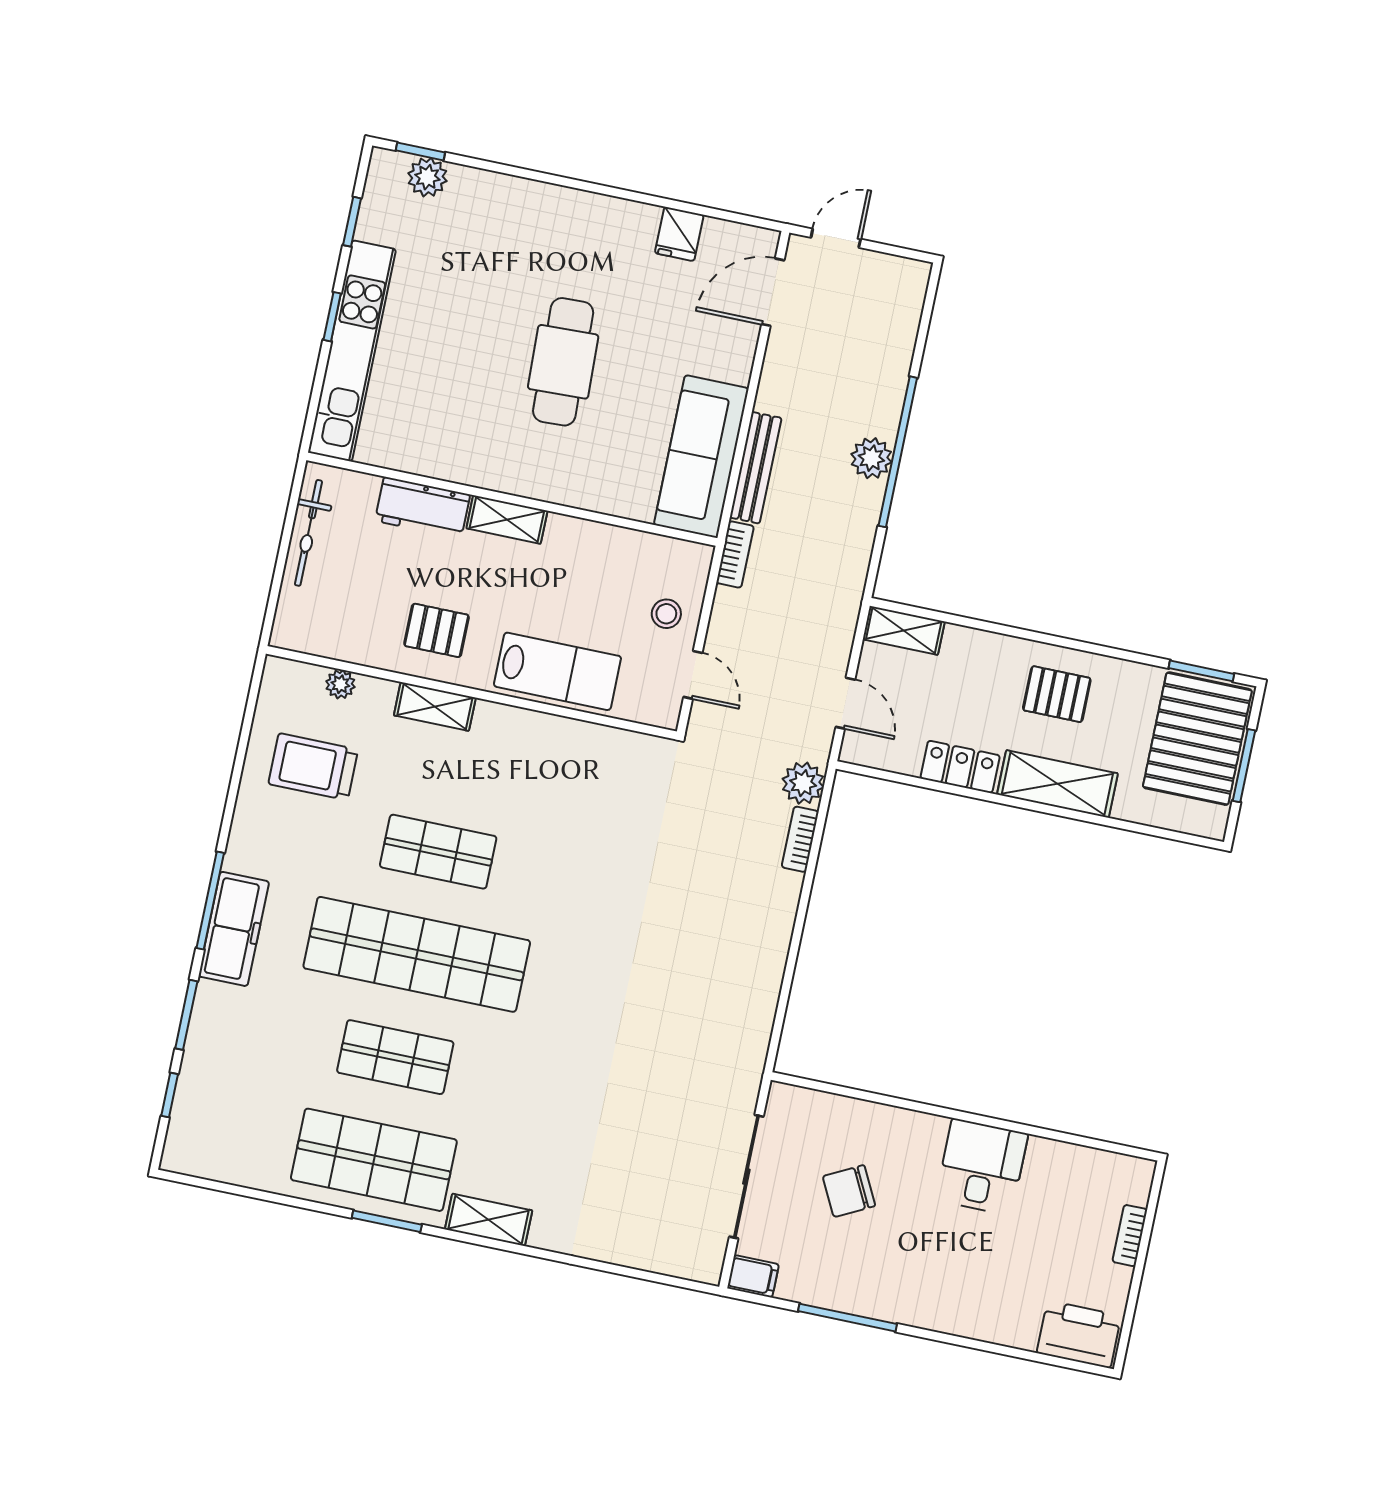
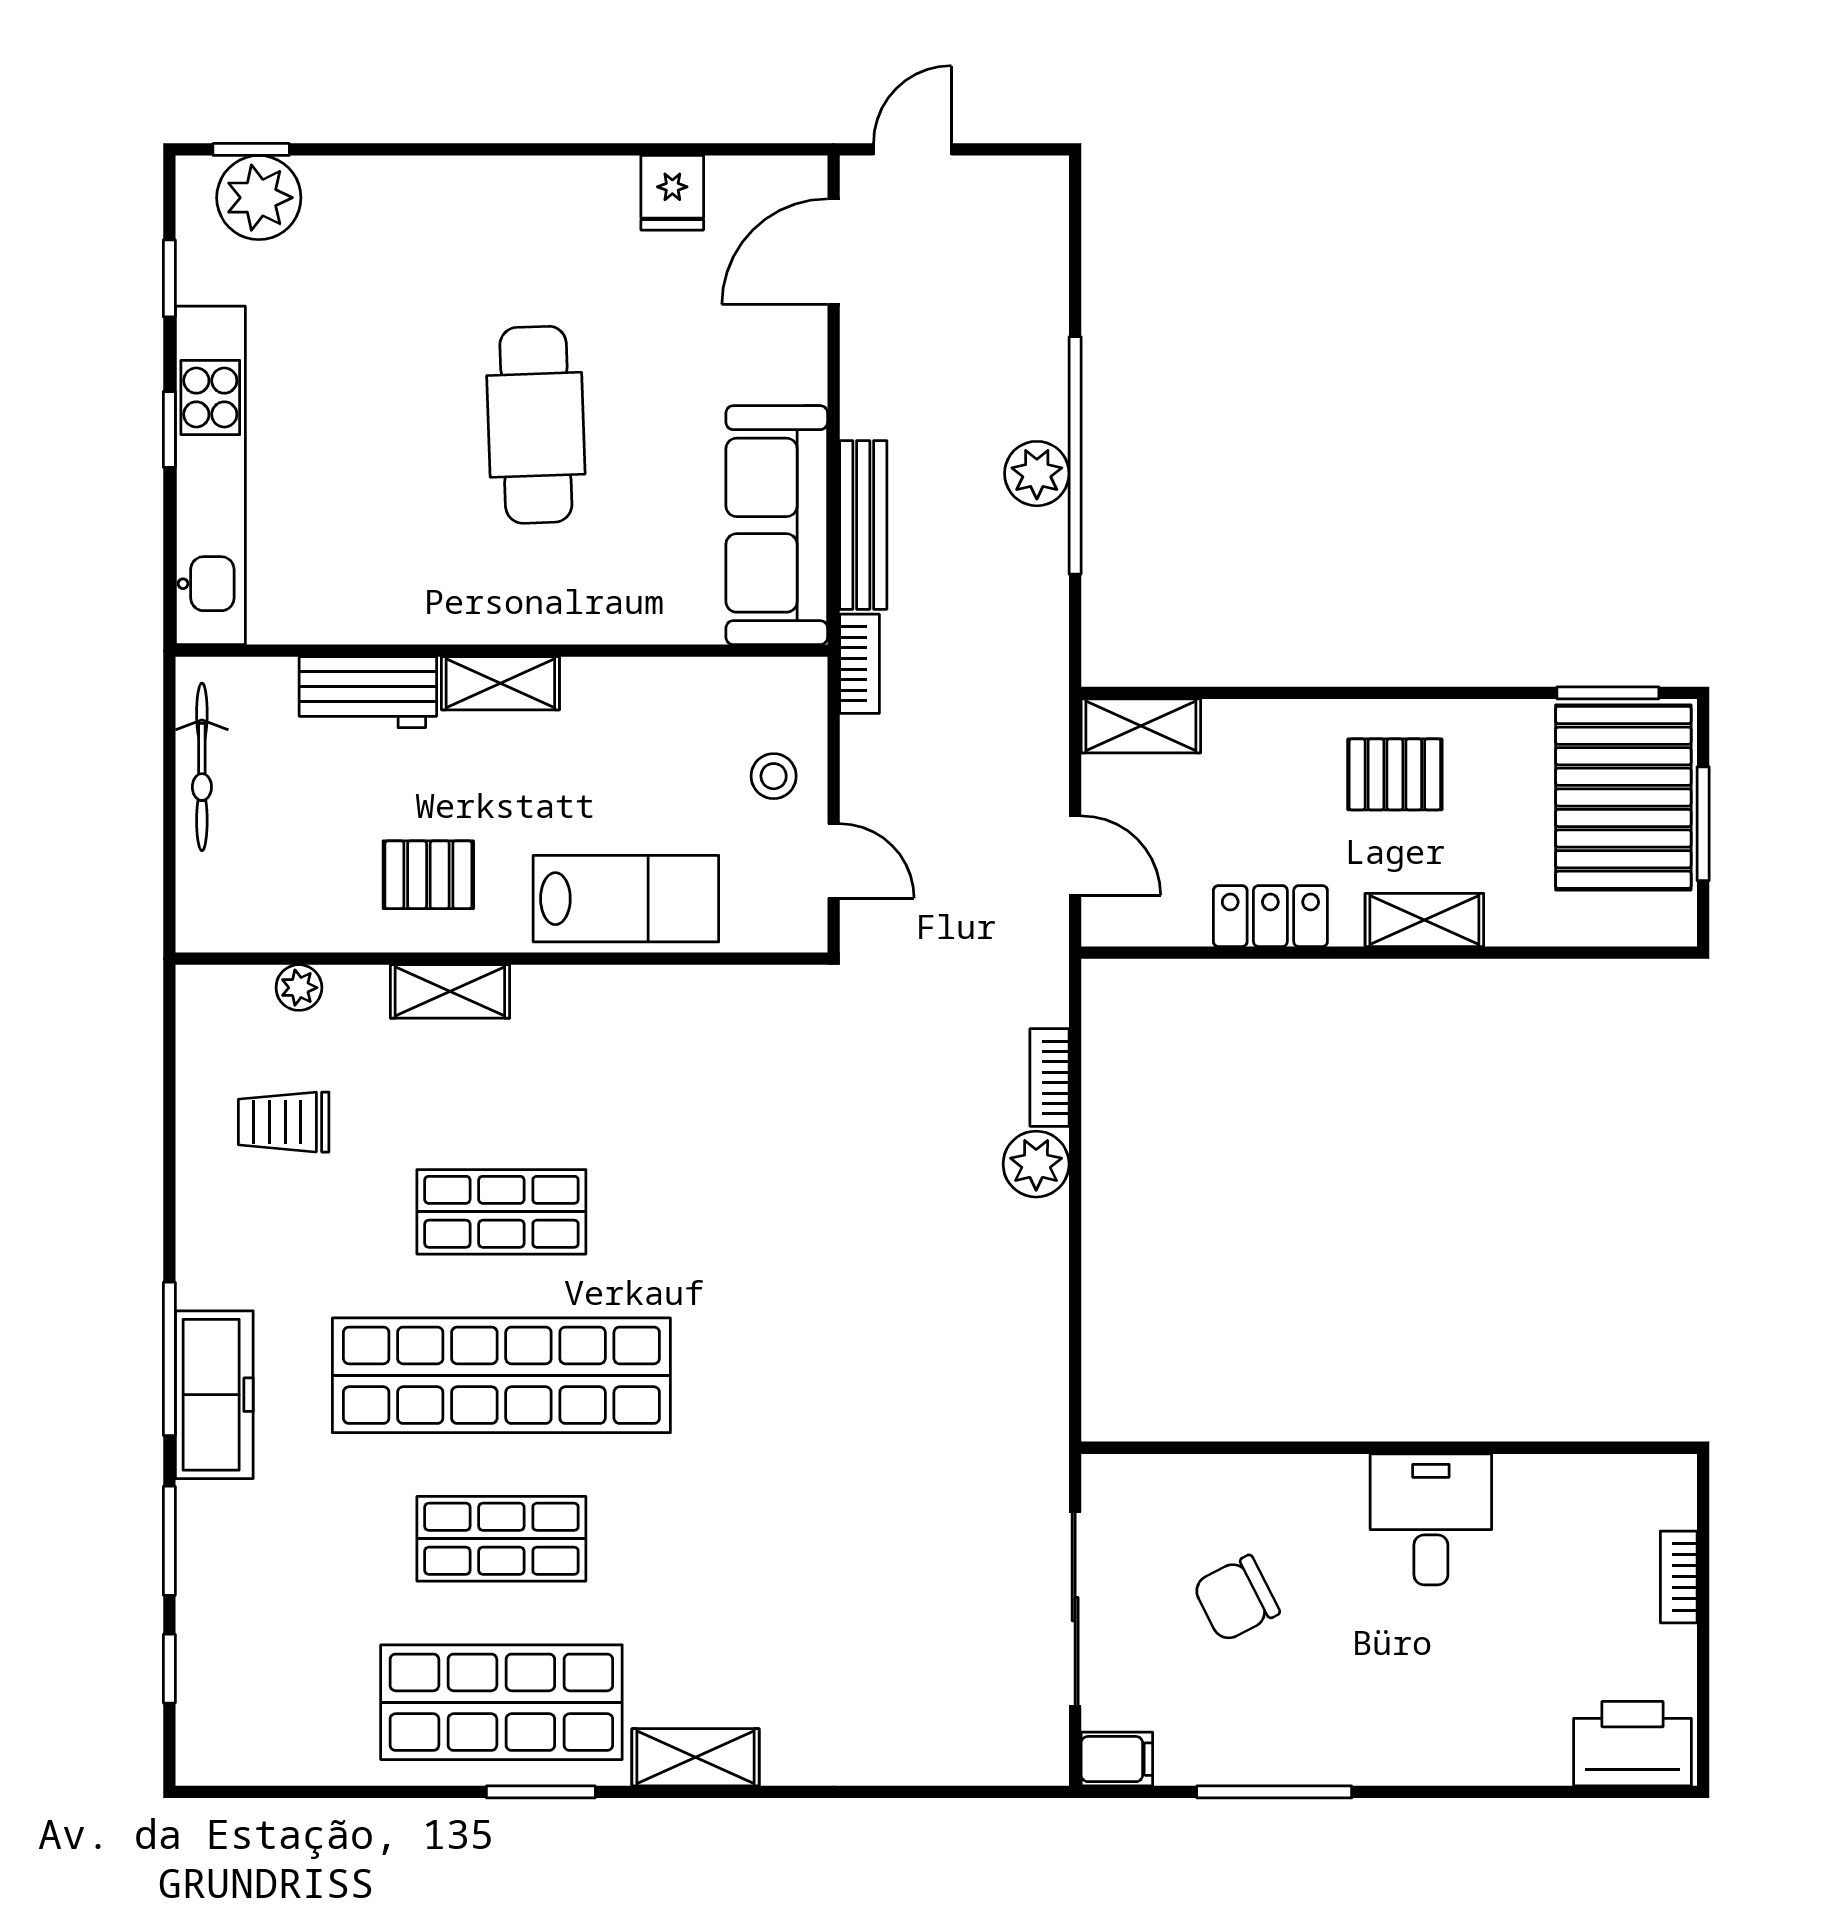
plant: (427, 177) -> (259, 198), width x1.36, depth x1.36
trolley: (313, 767) -> (284, 1122), width x0.73, depth x0.72
plant: (803, 783) -> (1036, 1164), moved
shelving: (1057, 784) -> (1424, 920), width x0.67, depth x0.75

